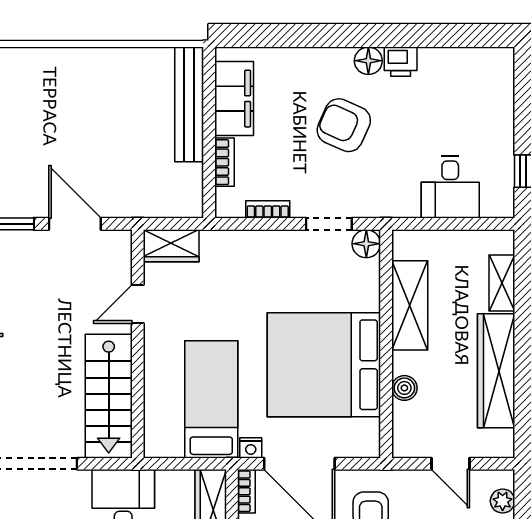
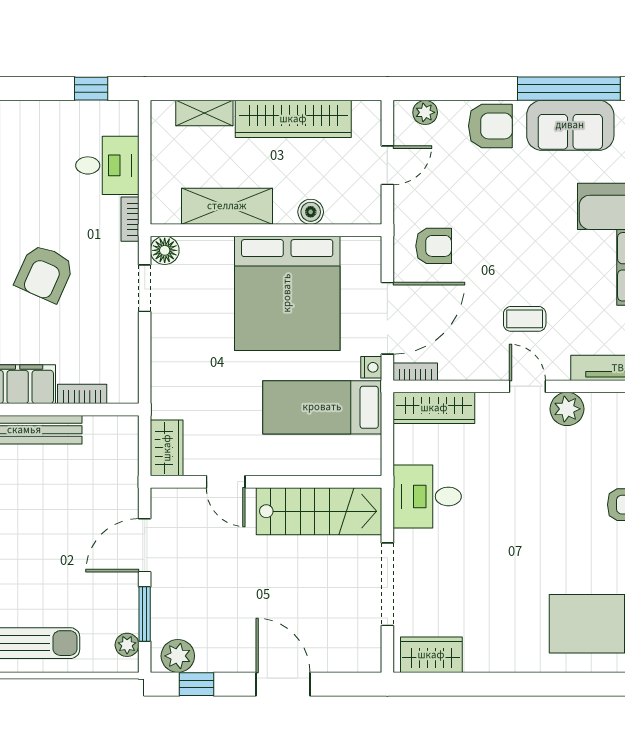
bookcase: (268, 209) -> (130, 219), moved

